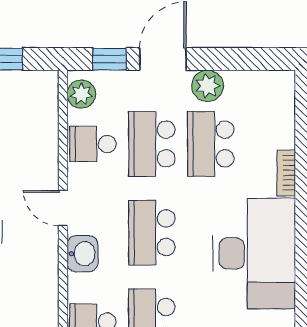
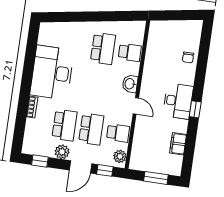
window: (252, 59) -> (40, 161), added
school desk: (152, 233) -> (97, 89), removed

